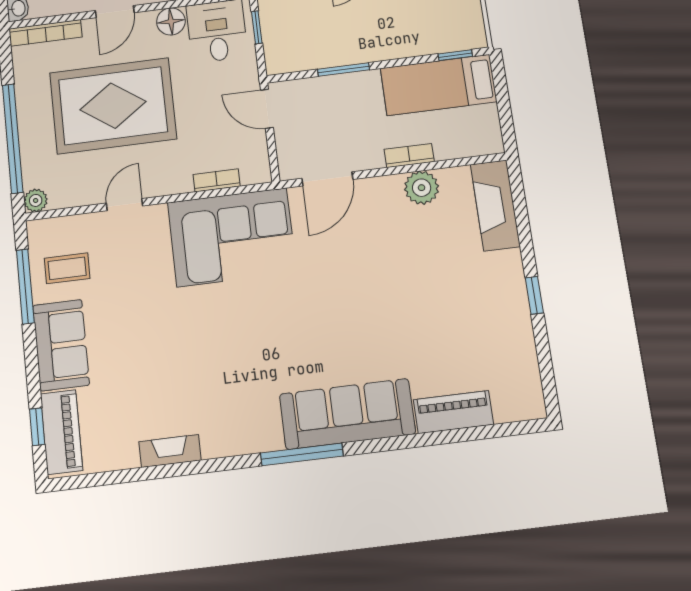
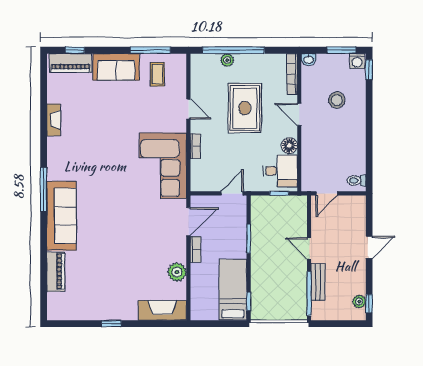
rug: (113, 106) -> (245, 108), width x0.73, depth x0.69
bookcase: (409, 156) -> (196, 249), moved
door: (327, 179) -> (188, 222), swing flipped
bookcase: (217, 180) -> (195, 146), moved
plant: (36, 200) -> (227, 60), moved

